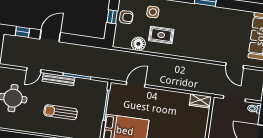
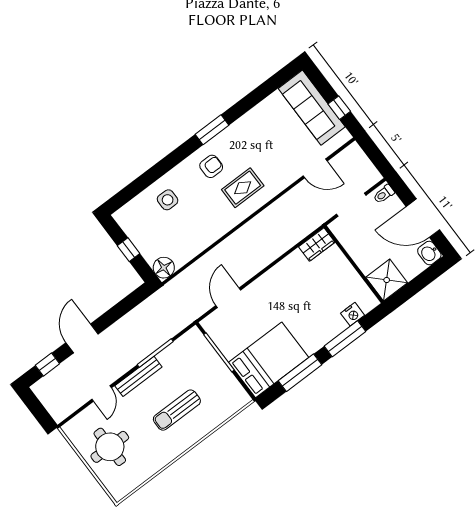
armchair: (126, 17) -> (211, 166), moved
rug: (161, 35) -> (243, 188), moved
floor lamp: (138, 44) -> (164, 268), moved

